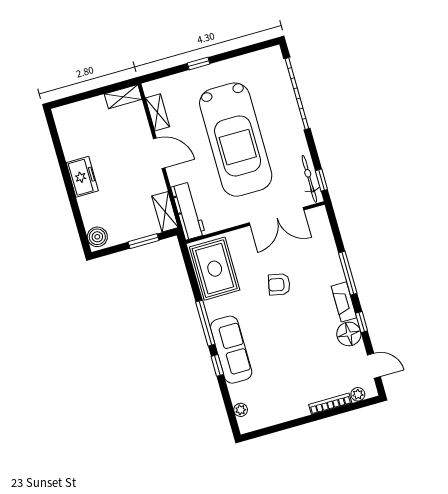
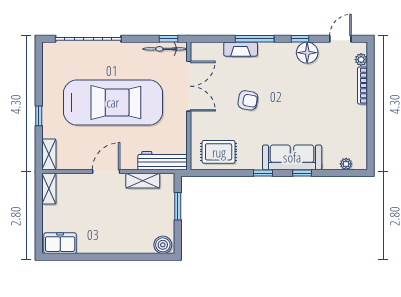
shelving: (158, 112) -> (49, 154), moved, turned 90
freezer: (82, 177) -> (60, 243), moved
shelving: (165, 212) -> (143, 181), moved
rug: (215, 269) -> (219, 152), width x0.73, depth x0.70
armchair: (279, 285) -> (248, 100), turned -92
fireplace: (344, 302) -> (241, 49), moved
window: (205, 323) -> (263, 173), width x0.46

